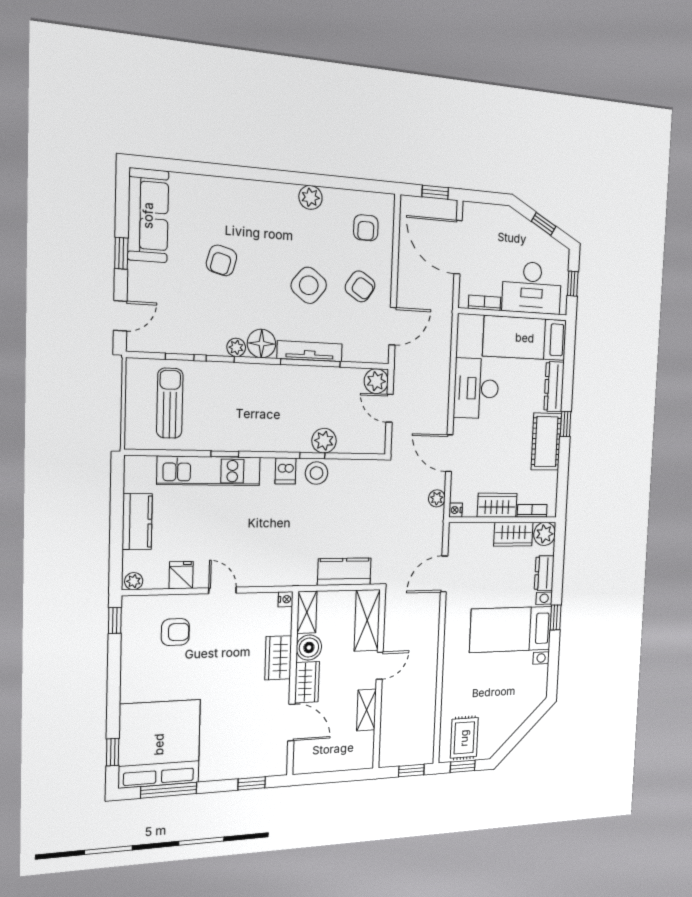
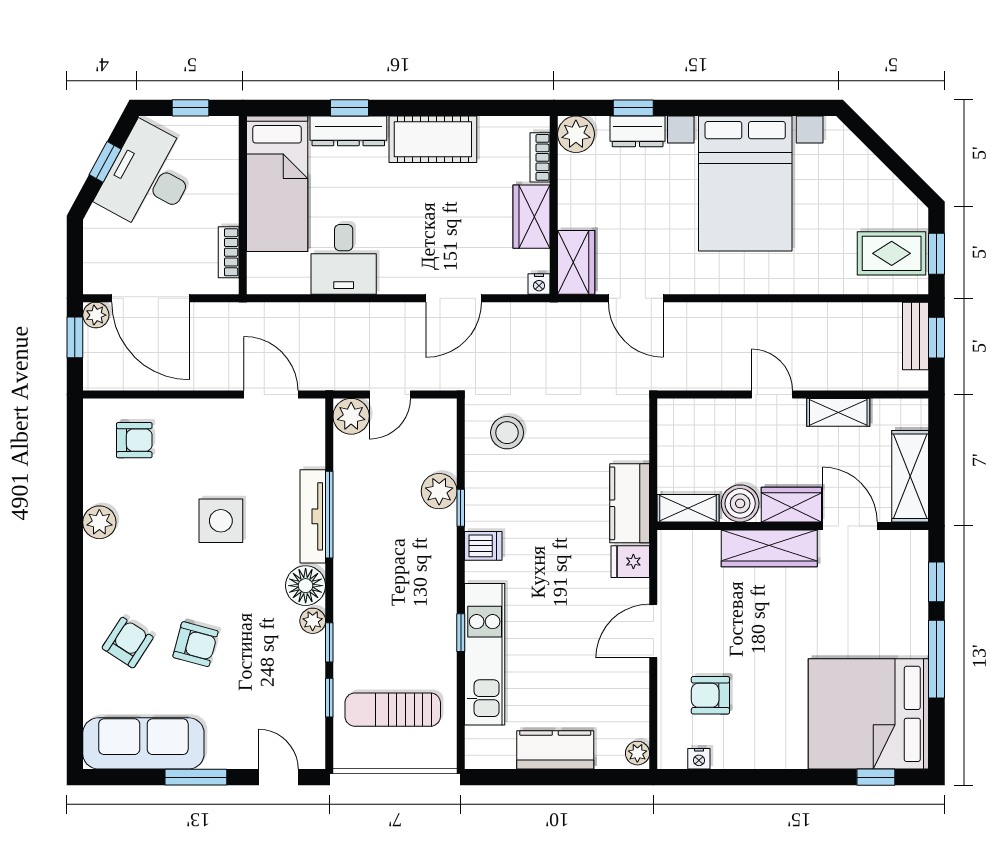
door: (458, 247) -> (151, 298), hinge flipped
window: (121, 253) -> (196, 777), width x1.50
side table: (309, 285) -> (221, 521), turned -38
armchair: (360, 286) -> (128, 643), moved
desk: (532, 288) -> (149, 178), moved, turned -152
desk: (476, 388) -> (344, 259), width x0.73
window: (566, 424) -> (349, 108), moved
stool: (317, 473) -> (507, 433), moved
plant: (437, 498) -> (96, 315), moved
wardrobe: (513, 534) -> (576, 262), moved
kitchen counter: (344, 572) -> (630, 503), moved
fridge: (181, 575) -> (630, 562), moved
door: (223, 590) -> (653, 631), width x1.37
nightstand: (286, 599) -> (699, 759), moved, turned 180
window: (556, 617) -> (633, 108), moved
shelving: (367, 620) -> (910, 476), moved, turned 90
window: (115, 621) -> (691, 777), removed
bed with nightstands: (511, 629) -> (745, 184), width x1.36
armchair: (175, 632) -> (710, 695), turned -90
wardrobe: (278, 658) -> (769, 548), width x1.50
door: (291, 722) -> (850, 526), hinge flipped
bench: (413, 757) -> (916, 336), added
window: (169, 790) -> (937, 659), moved

